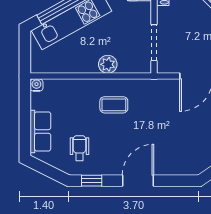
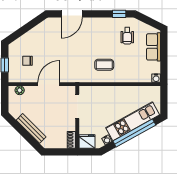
plant: (108, 64) -> (108, 92), removed
door: (138, 181) -> (72, 14), moved

